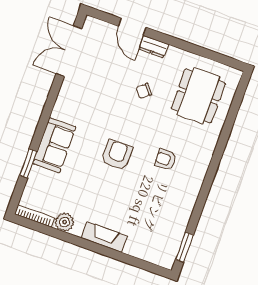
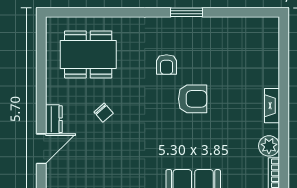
armchair: (117, 155) -> (193, 99), moved, turned 180
fireplace: (104, 237) -> (272, 106), width x0.73, depth x0.76
window: (184, 247) -> (186, 12), moved

